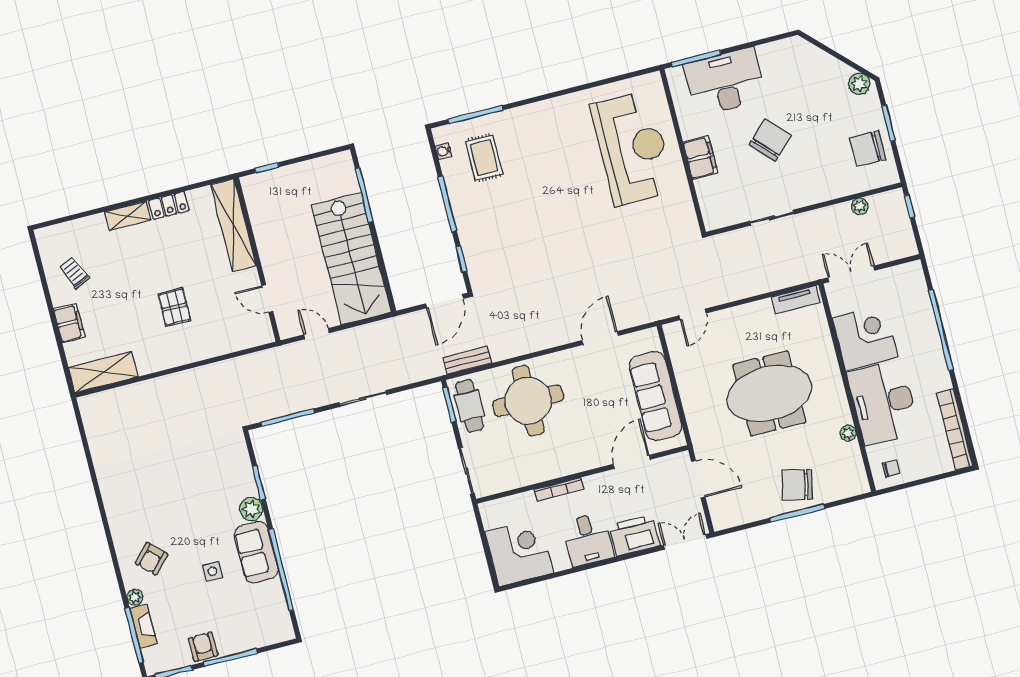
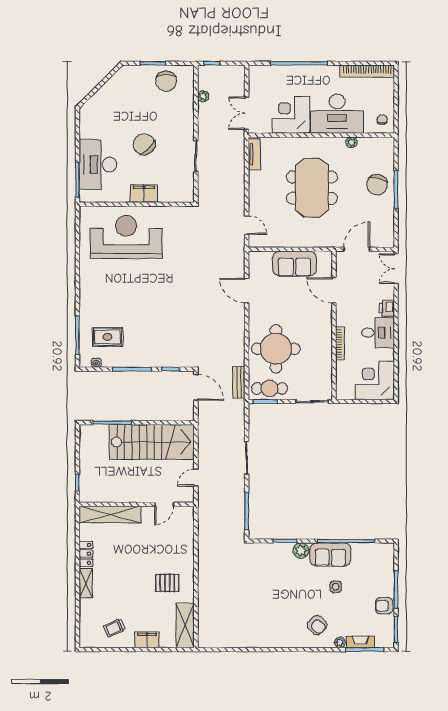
plant: (859, 84) -> (122, 76), removed
pallet: (174, 307) -> (167, 583), moved
sofa: (655, 396) -> (294, 264), width x0.73
printer: (634, 536) -> (387, 308), width x0.53, depth x0.68

